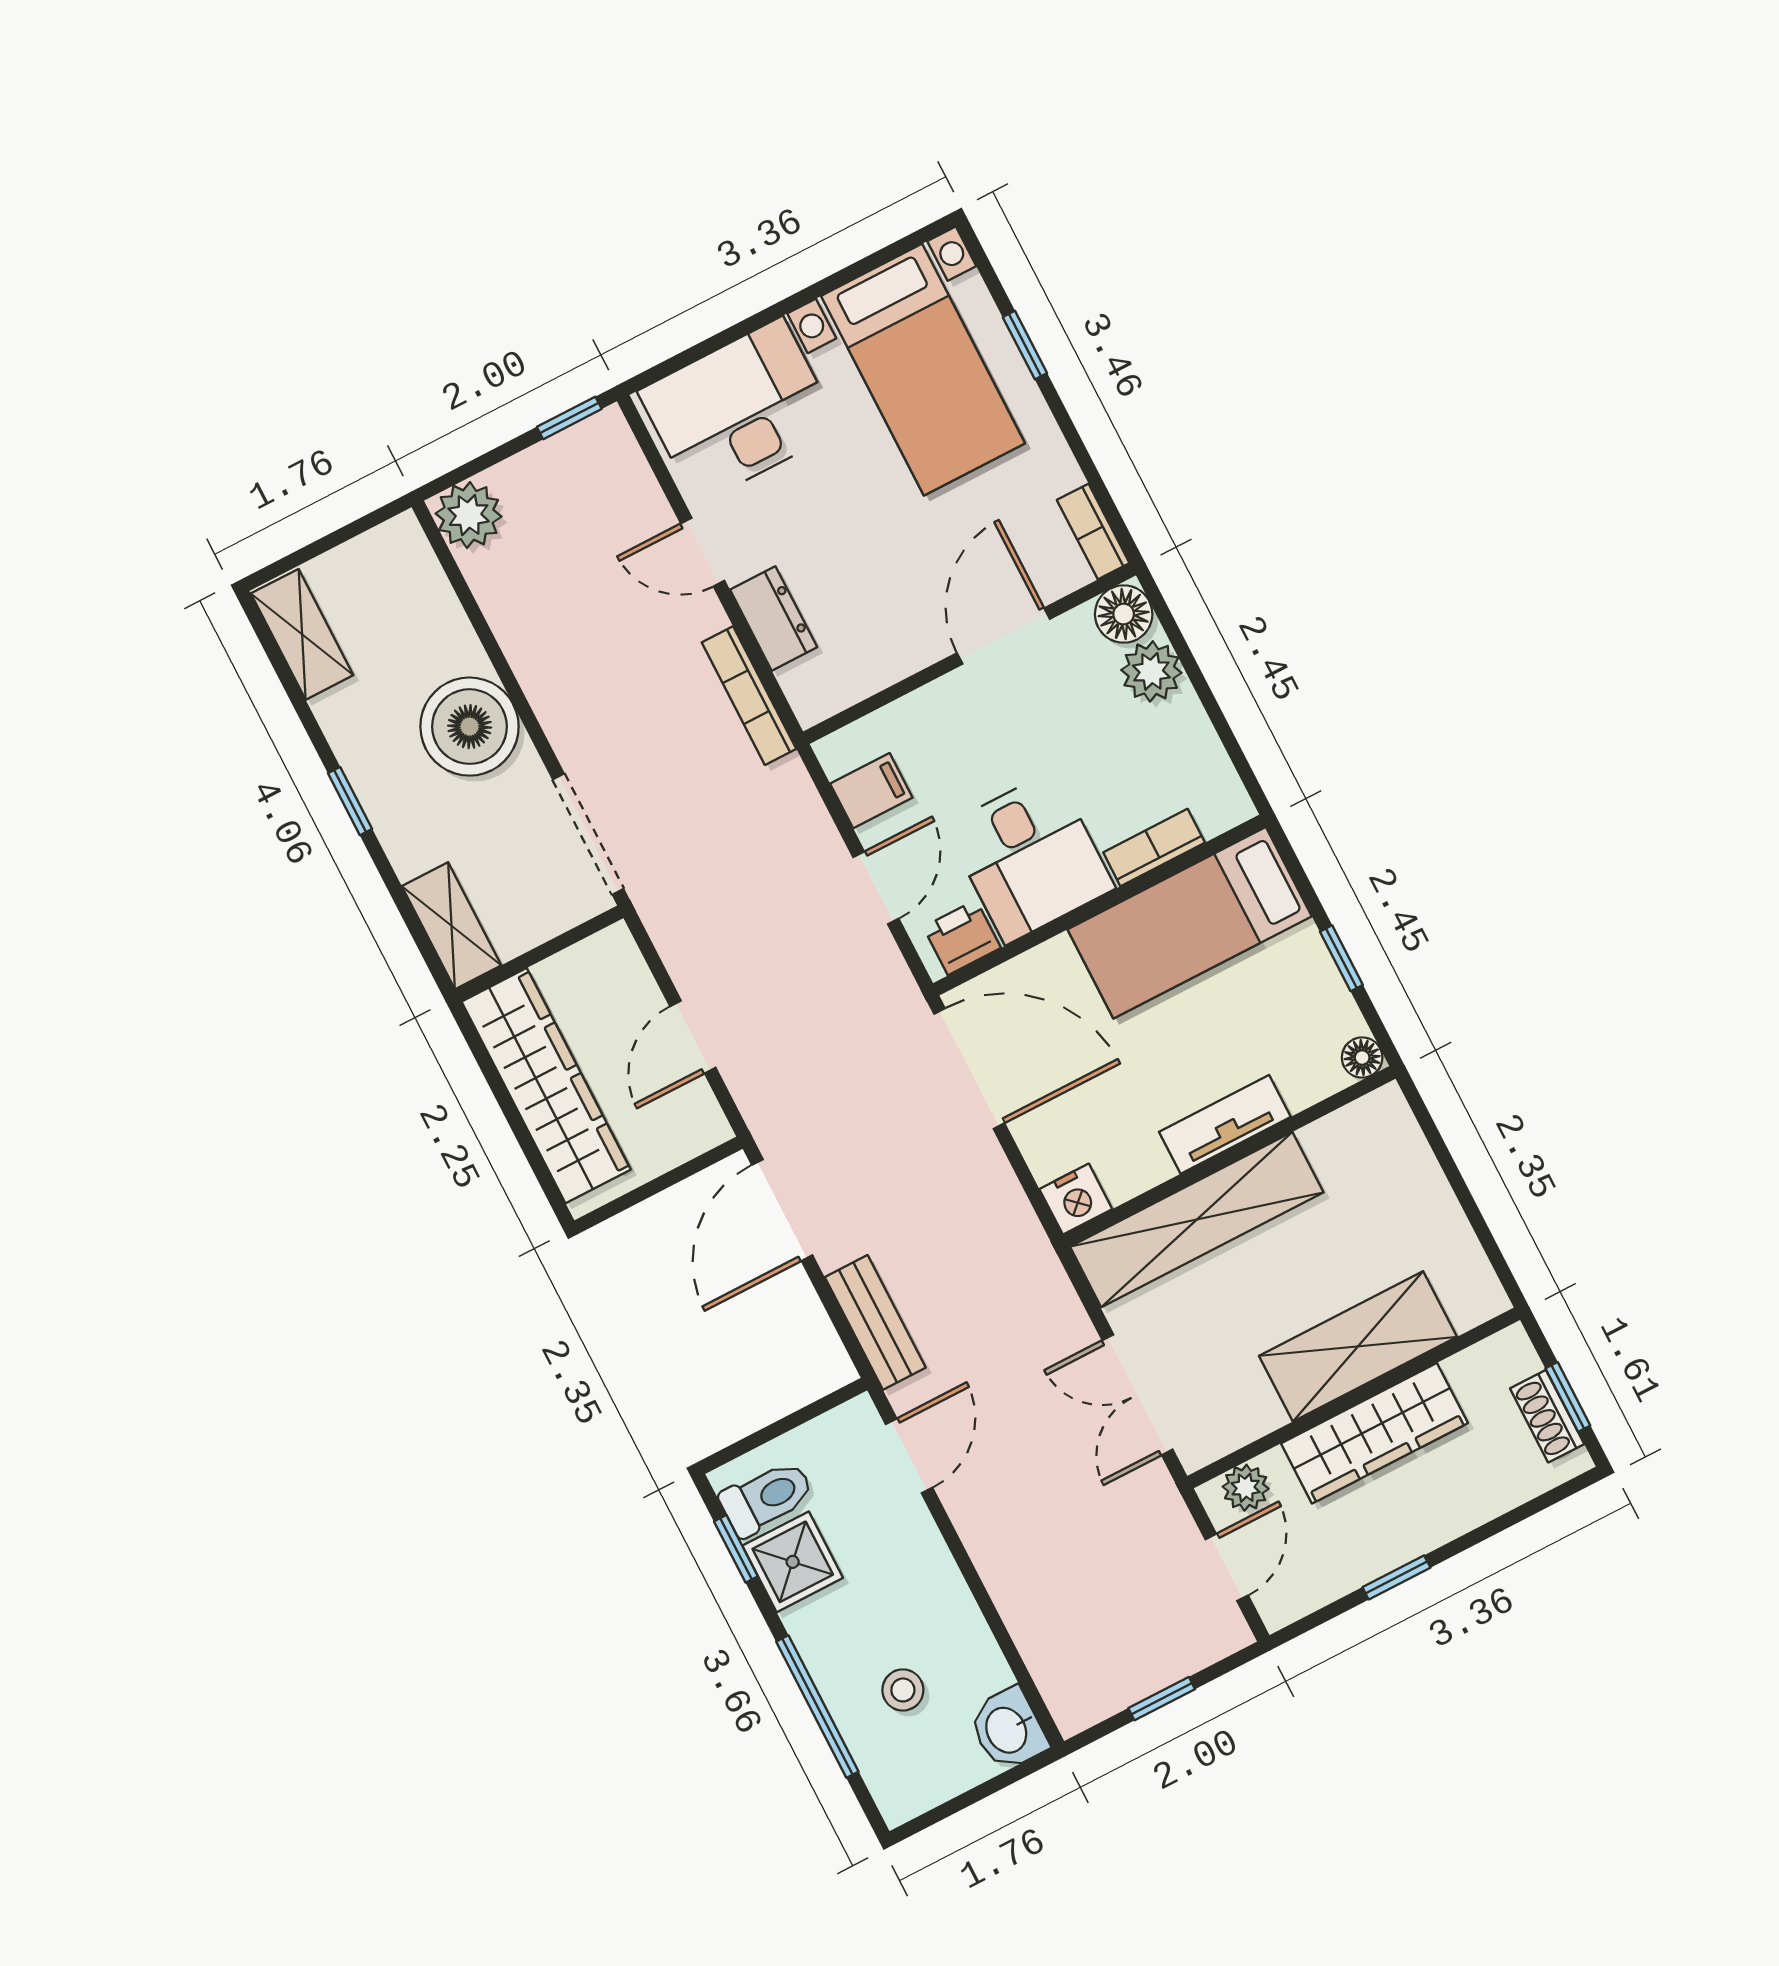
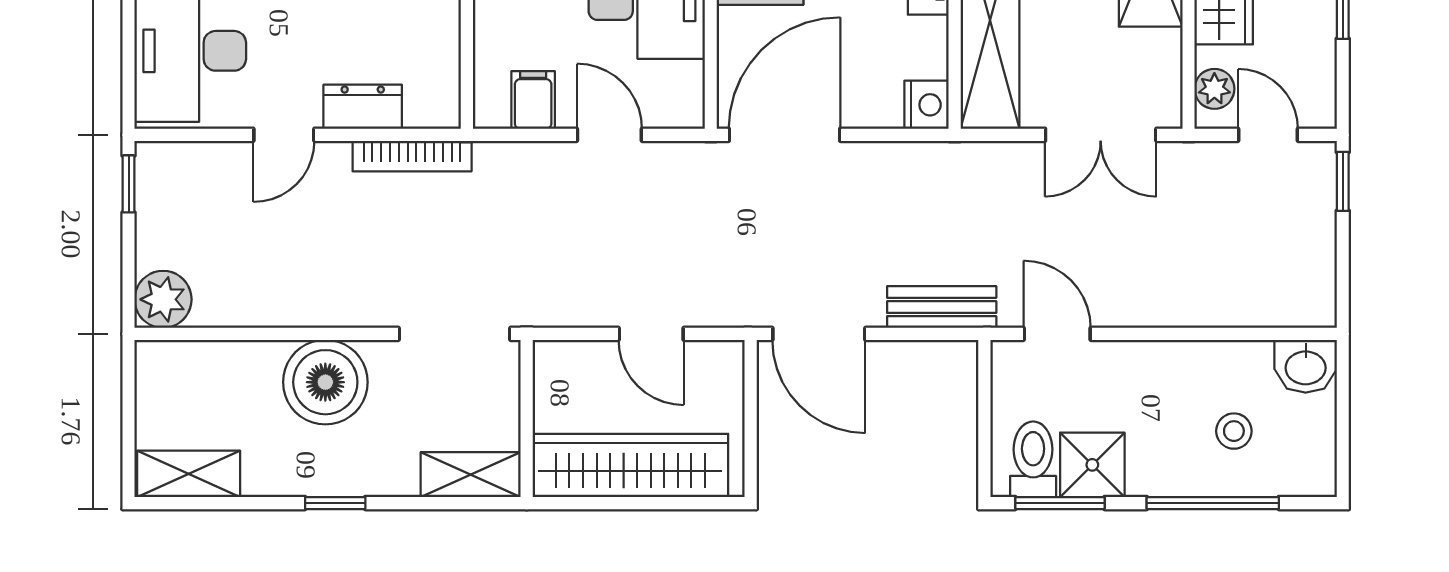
printer: (962, 937) -> (681, 89), removed
window: (736, 1549) -> (1060, 503), width x1.50
window: (1162, 1699) -> (1343, 181), moved

